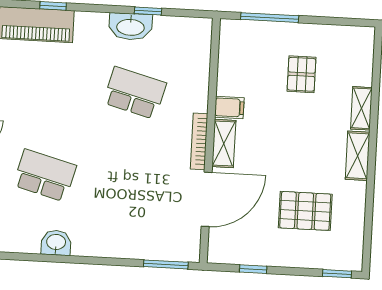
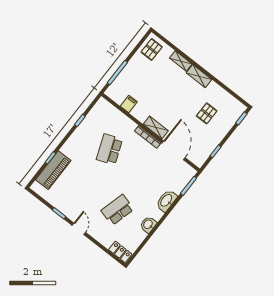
washbasin: (131, 27) -> (166, 201), moved, turned 180
pallet: (302, 74) -> (152, 49), moved, turned 90
school desk: (135, 93) -> (109, 149), turned -36
filing cabinet: (229, 107) -> (129, 104), moved
pallet: (305, 211) -> (207, 113), width x0.67, depth x0.71

